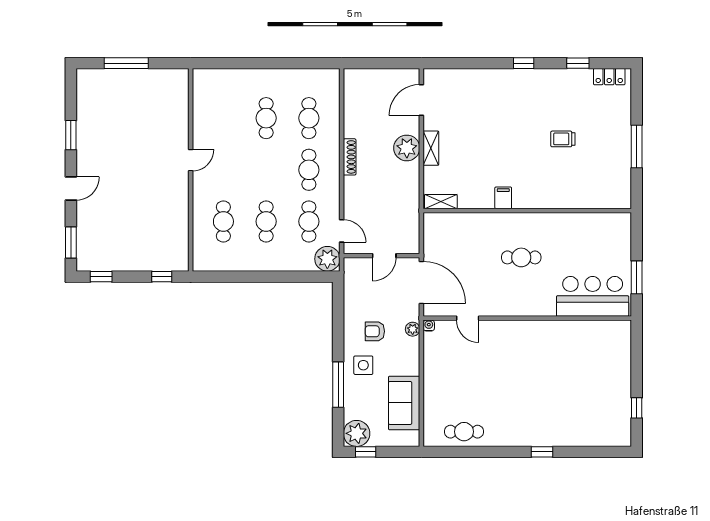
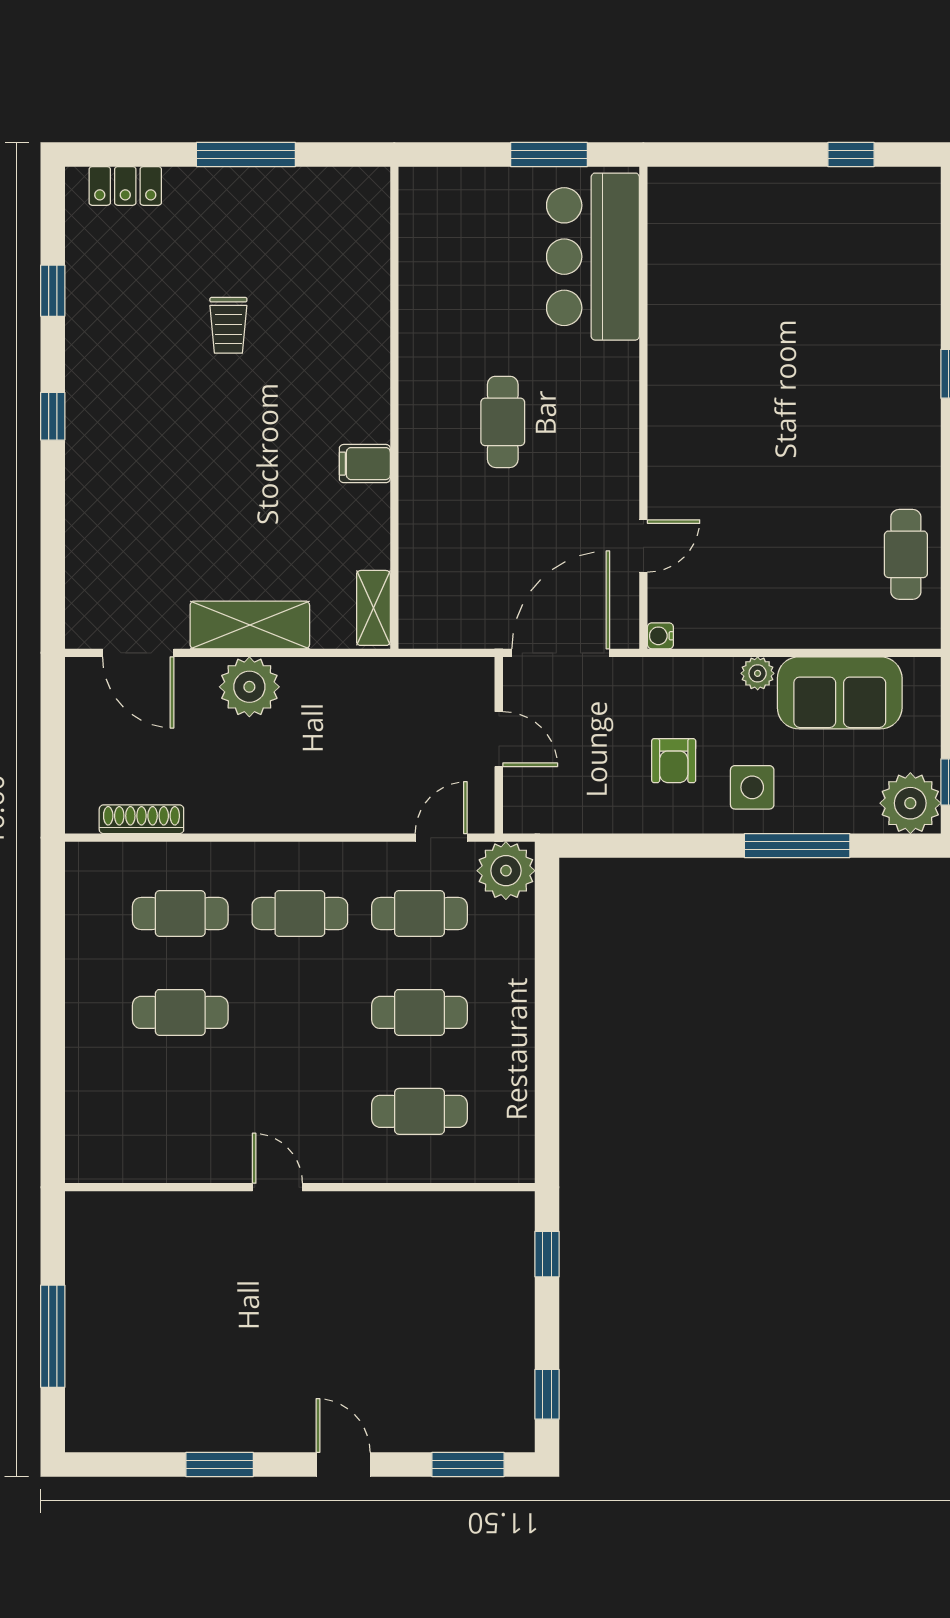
locker: (609, 77) -> (125, 186), moved, turned 90
shelving: (431, 148) -> (250, 625), width x1.50, depth x1.33
shoe rack: (350, 157) -> (141, 819), moved
plant: (413, 329) -> (758, 673), moved

